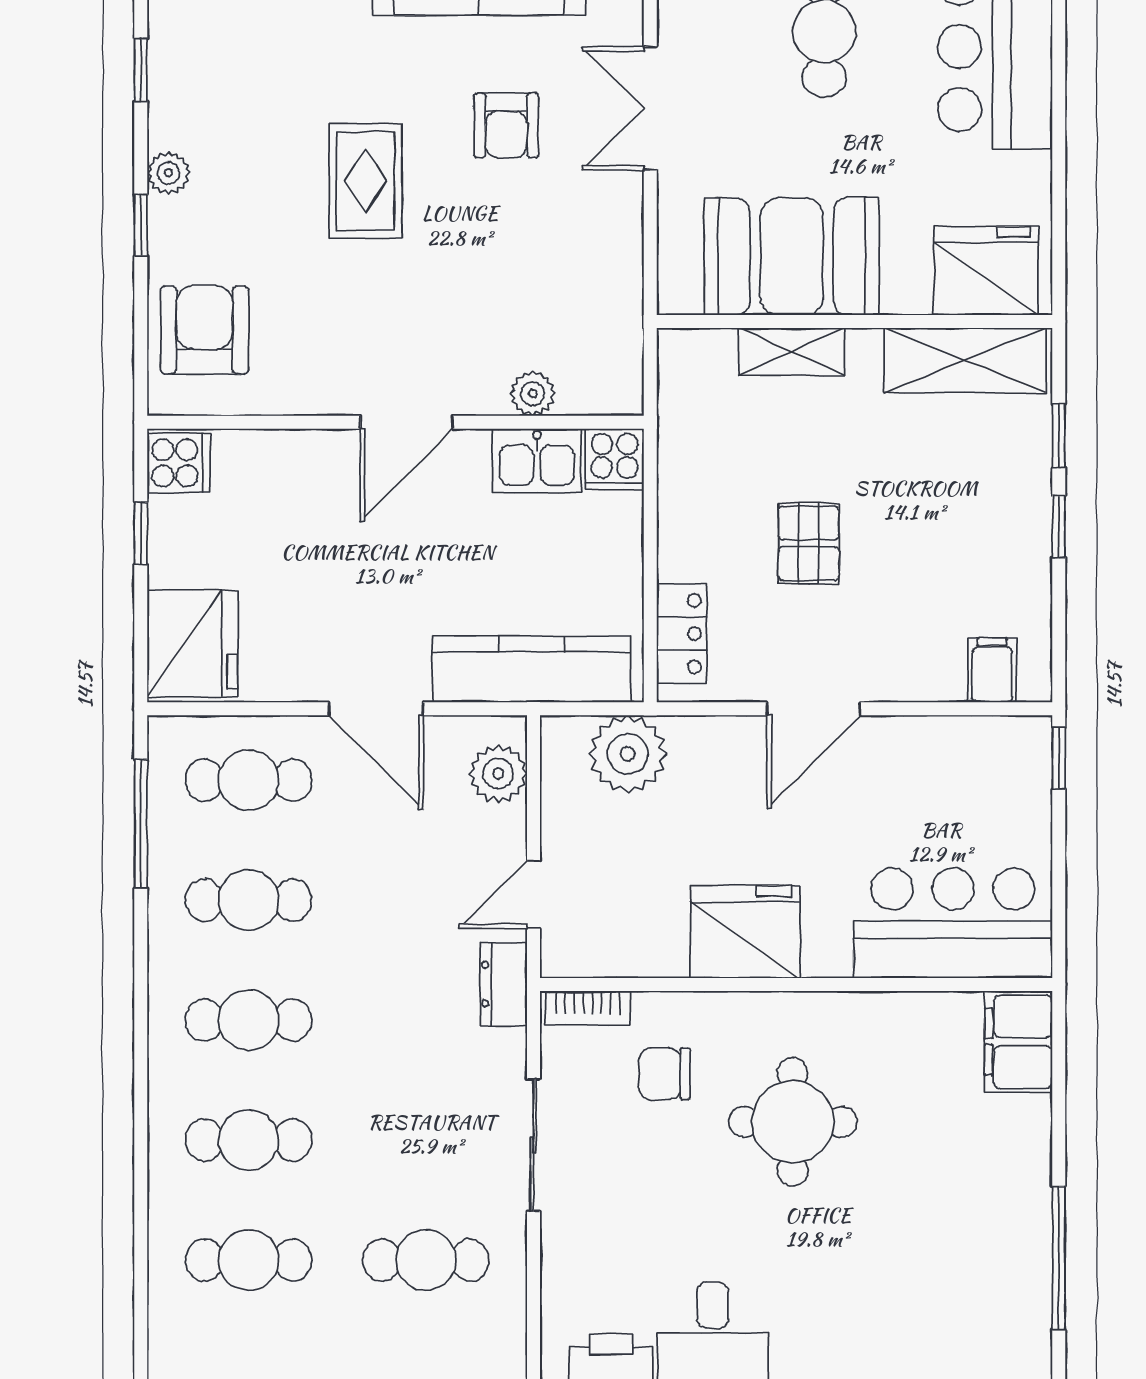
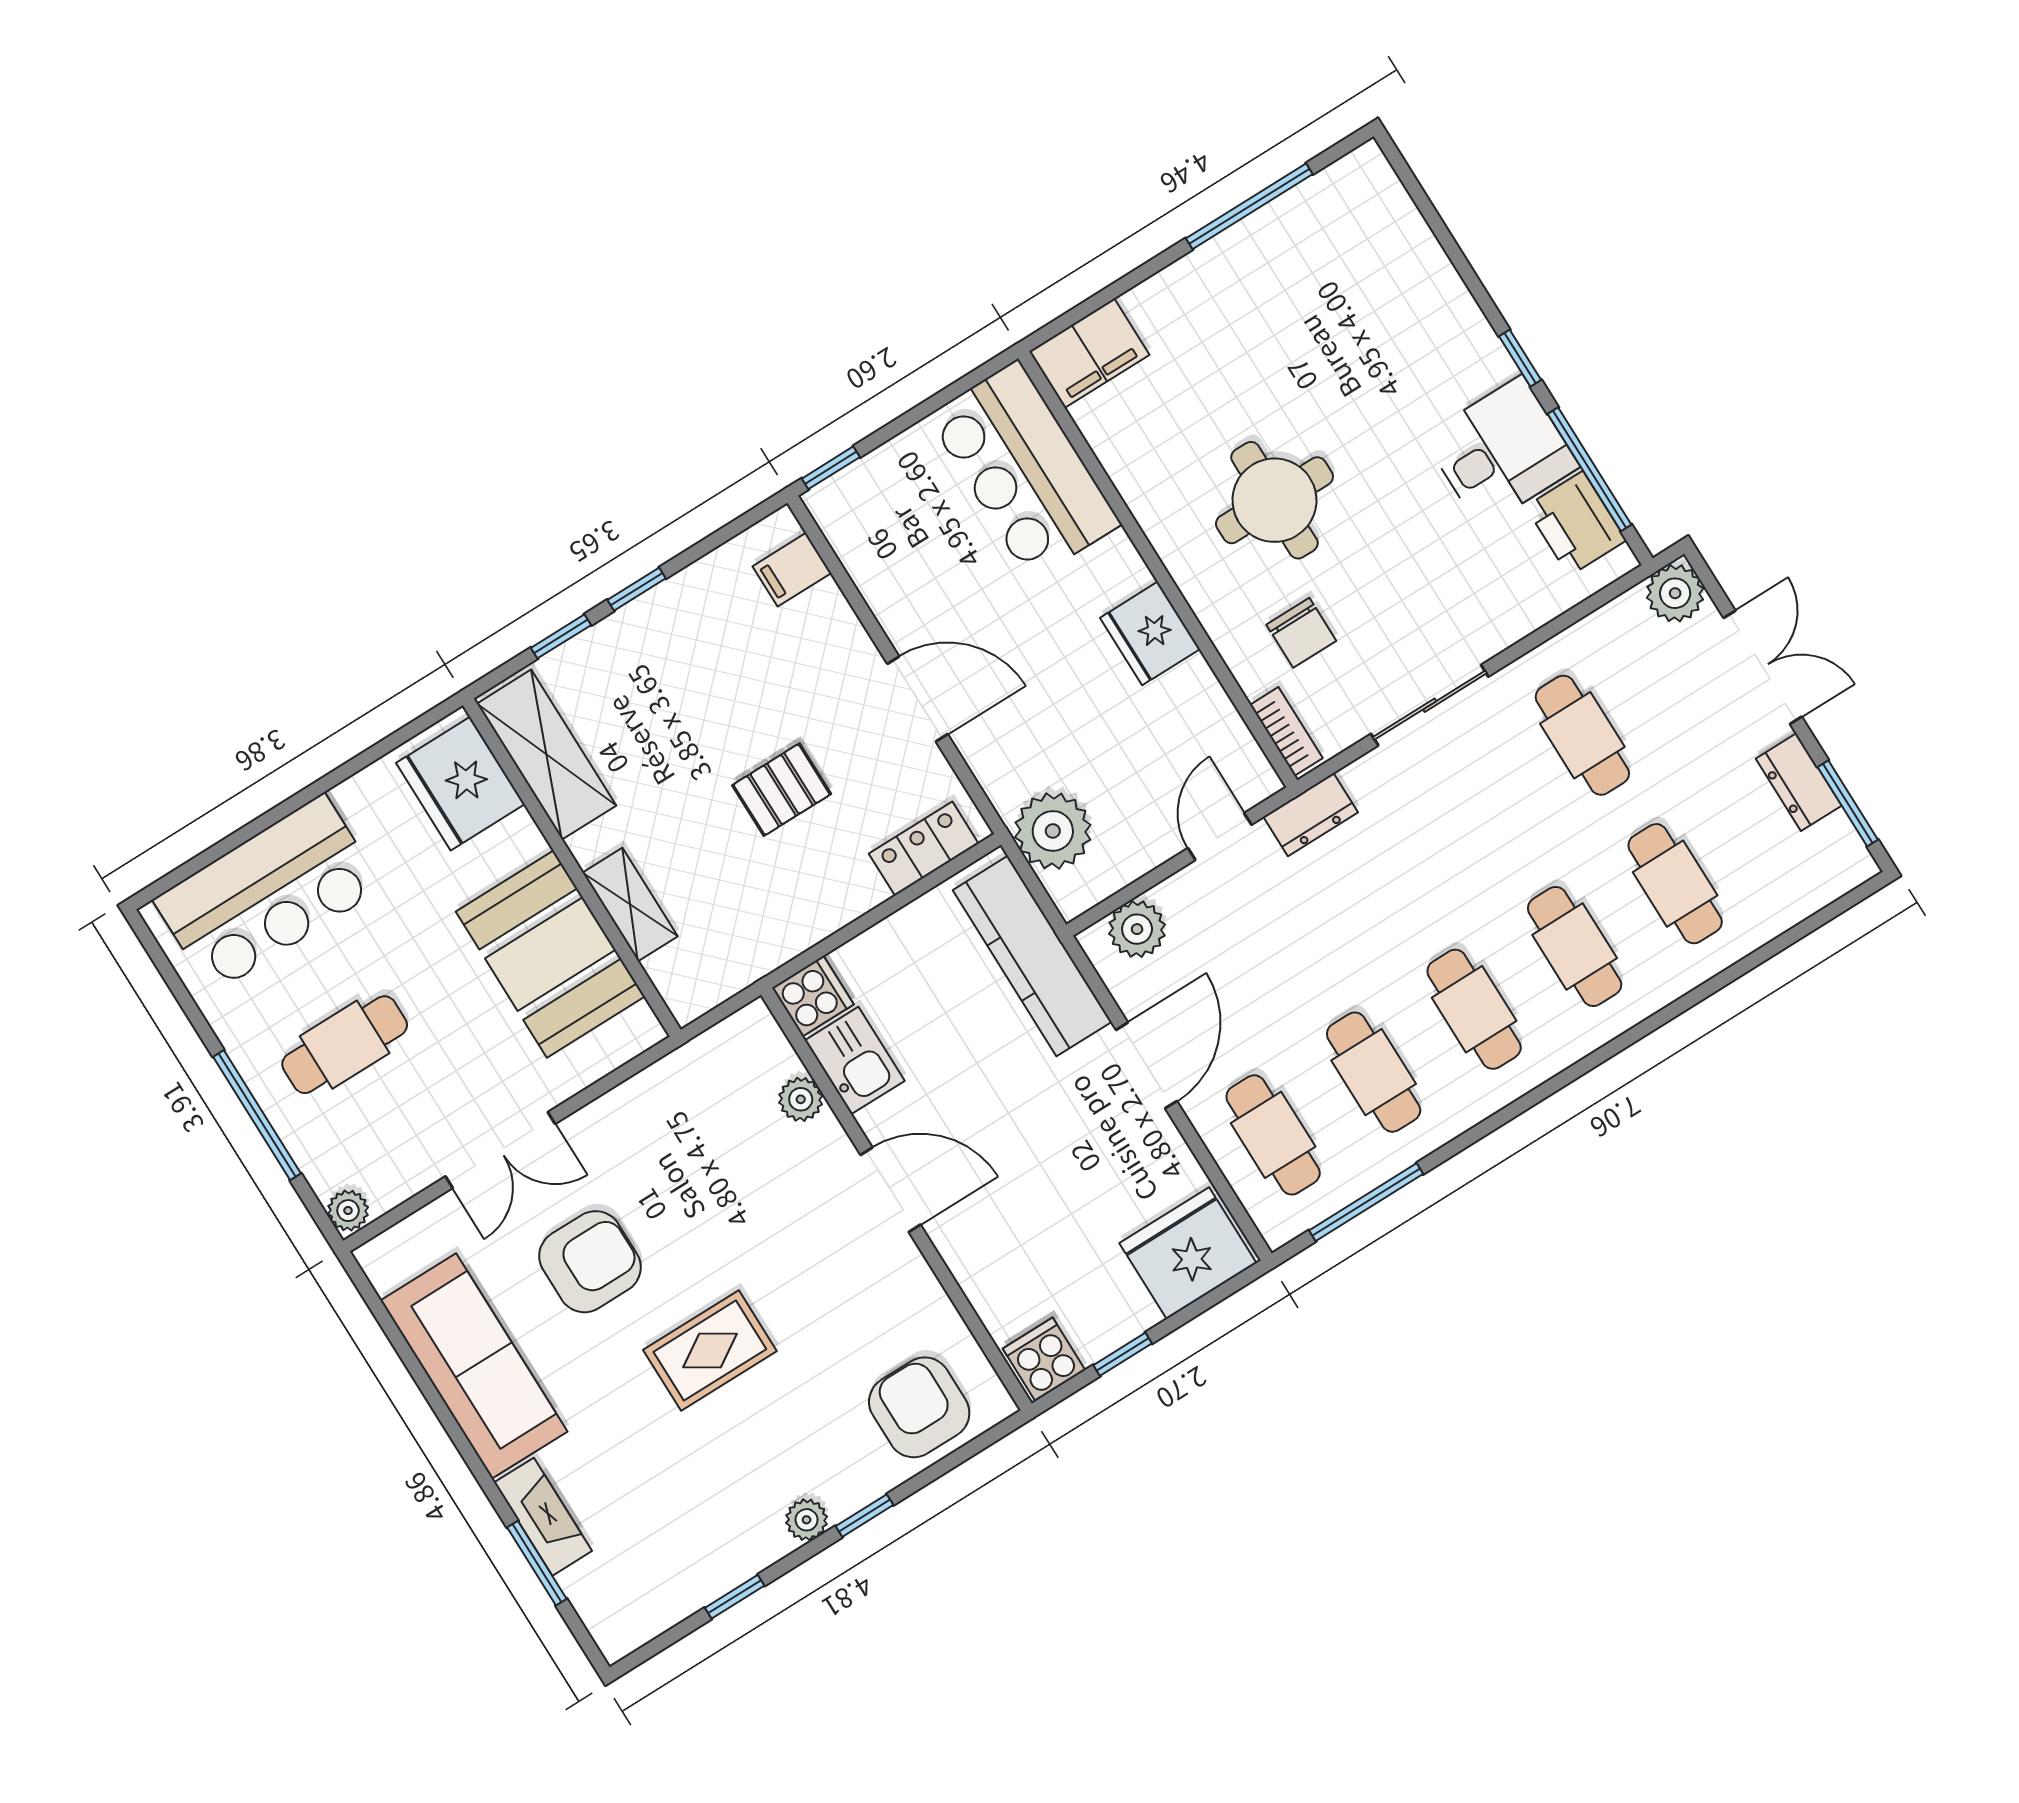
armchair: (506, 125) -> (590, 1262), width x1.38, depth x1.38
armchair: (204, 330) -> (919, 1407), turned 90
door: (533, 894) -> (1220, 836), swing flipped
fridge: (745, 932) -> (1150, 633), width x0.73, depth x0.75

